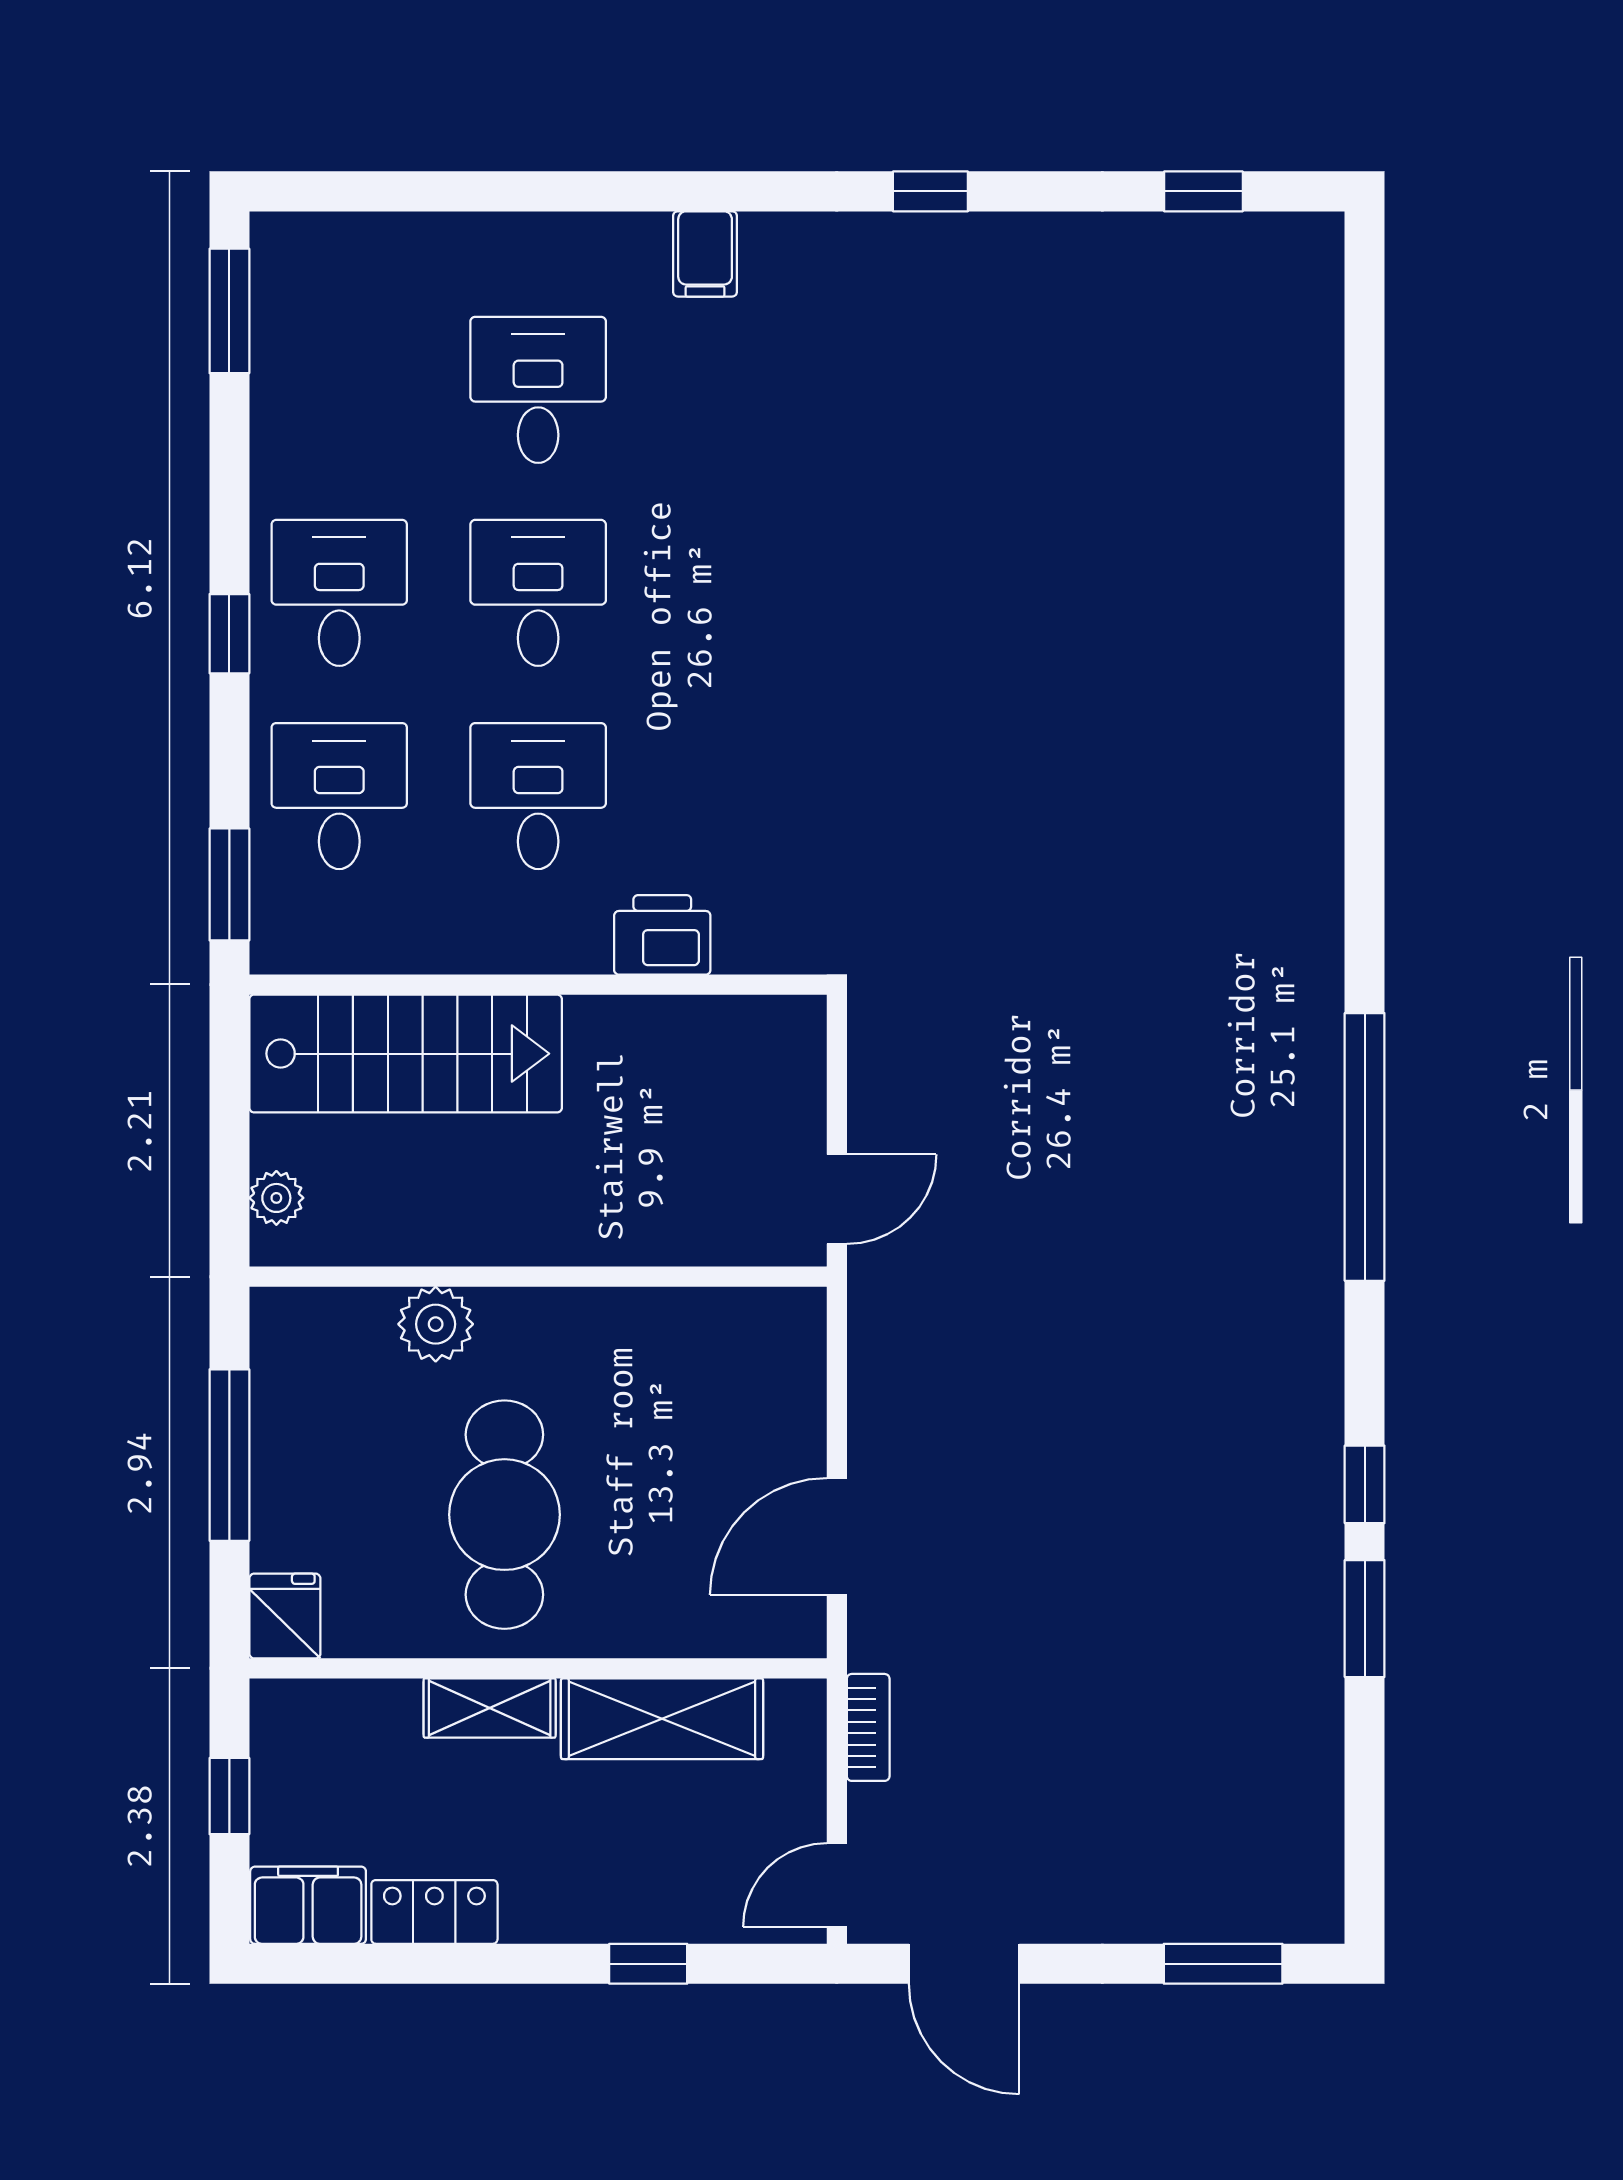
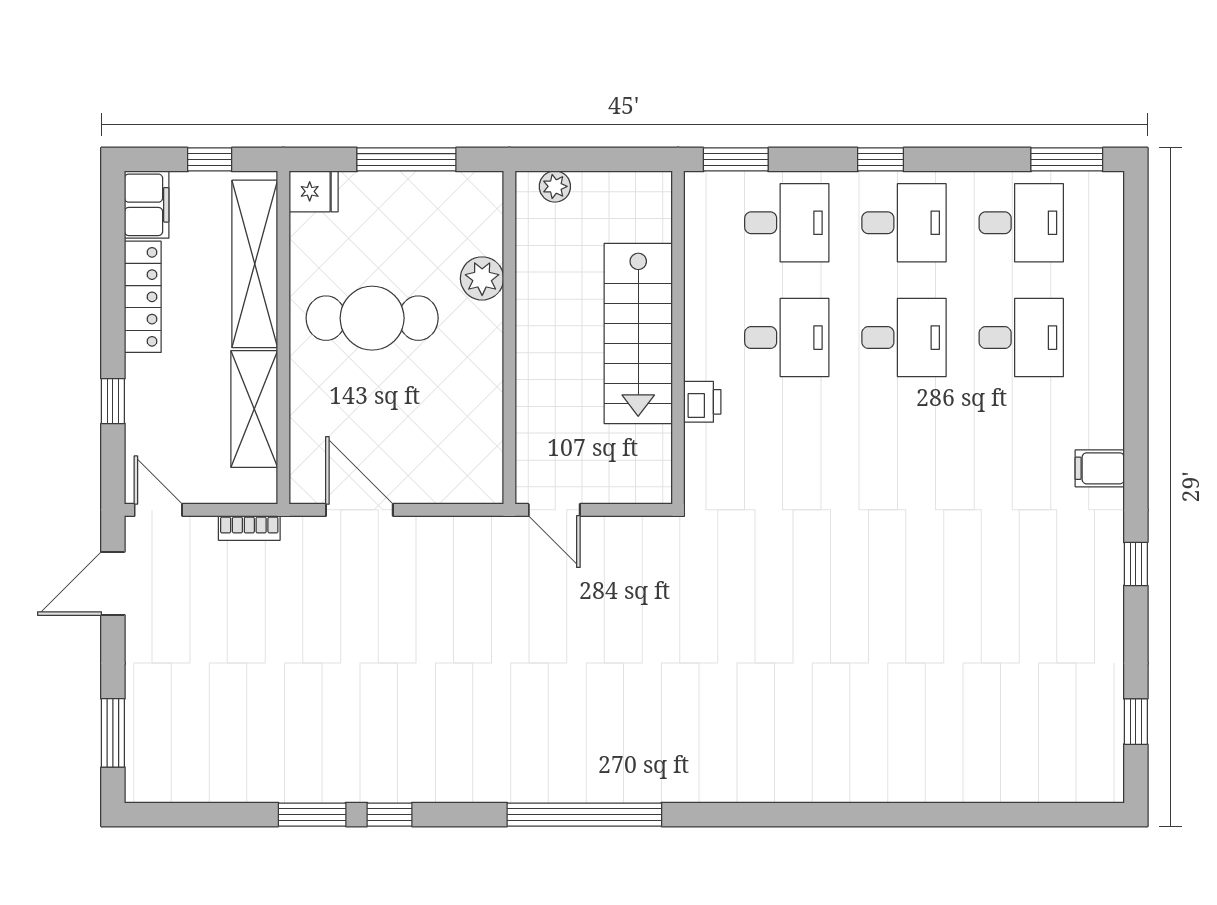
filing cabinet: (705, 254) -> (1100, 468), moved
desk: (339, 390) -> (1021, 223), added
printer: (662, 935) -> (702, 402), width x0.73, depth x0.81
stairs: (406, 1054) -> (638, 334), moved
shelving: (490, 1708) -> (255, 264), width x2.20, depth x1.33
locker: (434, 1912) -> (143, 297), width x1.53

